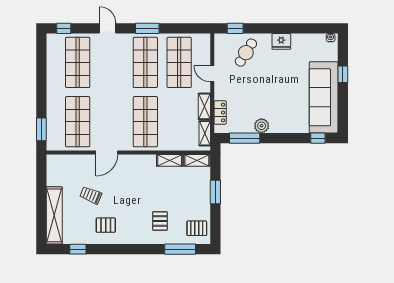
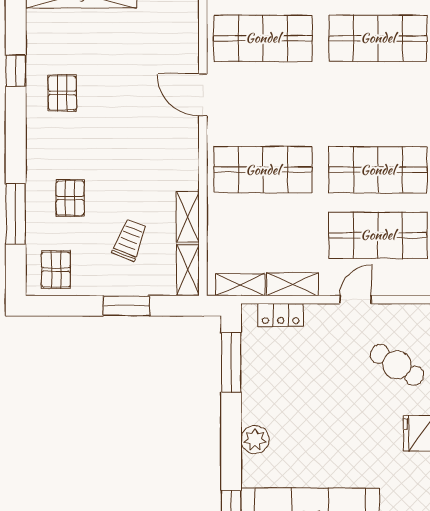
plant: (262, 126) -> (255, 439), moved
trolley: (91, 195) -> (129, 240), moved
pallet: (160, 221) -> (70, 198), turned 90
window: (78, 249) -> (16, 71), moved
window: (180, 249) -> (16, 214), moved

